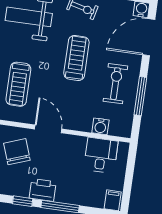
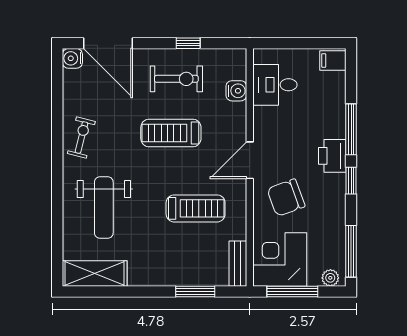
treadmill: (76, 58) -> (171, 133), moved
exercise bike: (115, 84) -> (176, 79), turned 180
window: (140, 96) -> (188, 43), width x0.46

